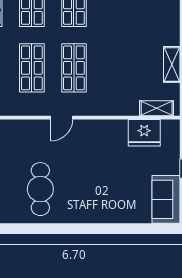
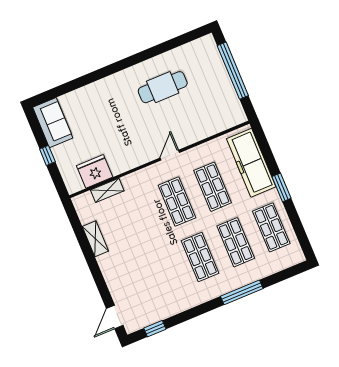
shelving: (157, 108) -> (107, 190), moved
cafe table: (40, 189) -> (163, 87), turned 90

